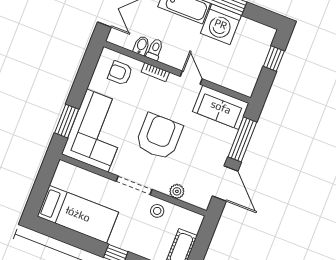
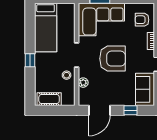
armchair: (120, 73) -> (142, 20), turned -90
window: (242, 139) -> (131, 110), width x0.46

